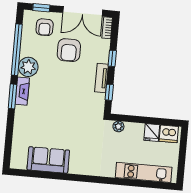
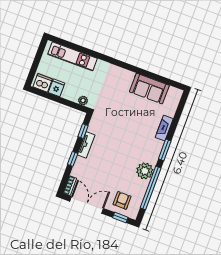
armchair: (69, 50) -> (107, 176), removed
fireplace: (22, 91) -> (164, 128), moved

